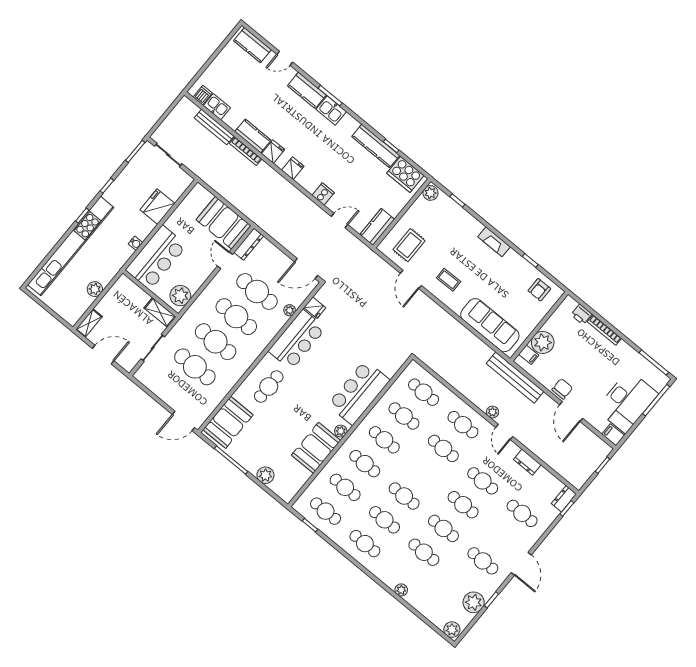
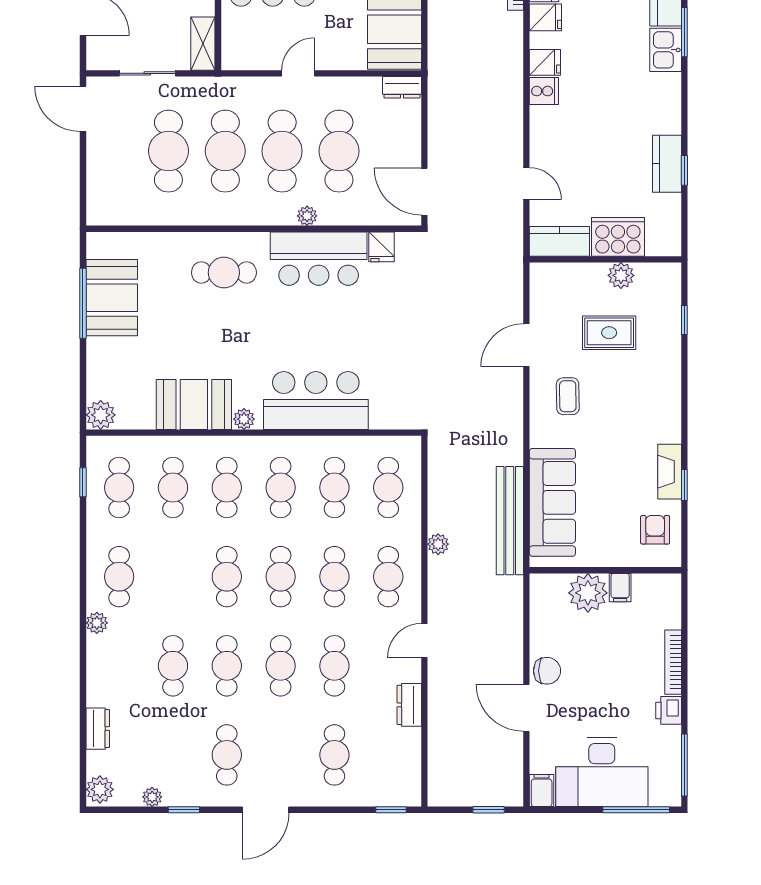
kitchen counter: (376, 146) -> (667, 164), width x0.67
cooker: (405, 174) -> (618, 237), moved, turned 90
plant: (430, 193) -> (621, 275), moved
cooker: (323, 194) -> (544, 91), moved
fireplace: (494, 242) -> (670, 472), moved
dresser: (249, 244) -> (402, 87), width x0.70
rug: (409, 245) -> (609, 333), moved
door: (225, 260) -> (298, 73), moved
armchair: (539, 290) -> (655, 530), turned 90
plant: (180, 296) -> (248, 52), removed
plant: (290, 310) -> (307, 216), moved
printer: (581, 314) -> (669, 710), moved
filing cabinet: (529, 355) -> (620, 588), moved
bench: (515, 378) -> (510, 521), moved
door: (571, 411) -> (526, 708), hinge flipped
plant: (492, 412) -> (438, 544), moved
door: (184, 421) -> (83, 109), moved
booth: (228, 422) -> (112, 298), moved, turned 90
plant: (265, 475) -> (101, 415), moved
dresser: (564, 499) -> (98, 729), moved, turned 90
cafe table: (385, 520) -> (281, 577), moved
plant: (401, 590) -> (97, 623), moved
plant: (474, 602) -> (152, 797), width x0.53, depth x0.53

